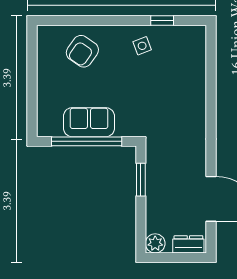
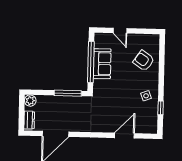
door: (211, 81) -> (124, 136), added
door: (32, 93) -> (120, 31), added
window: (141, 180) -> (68, 93), width x1.44

